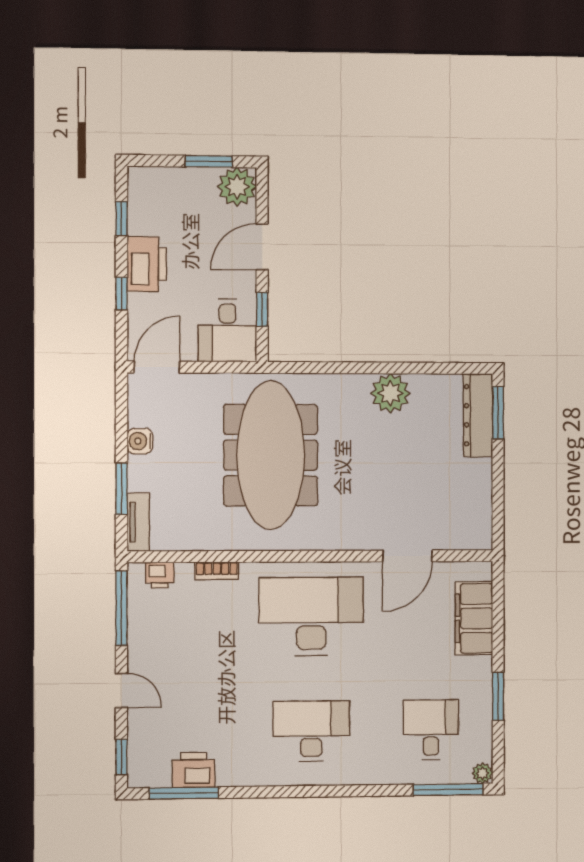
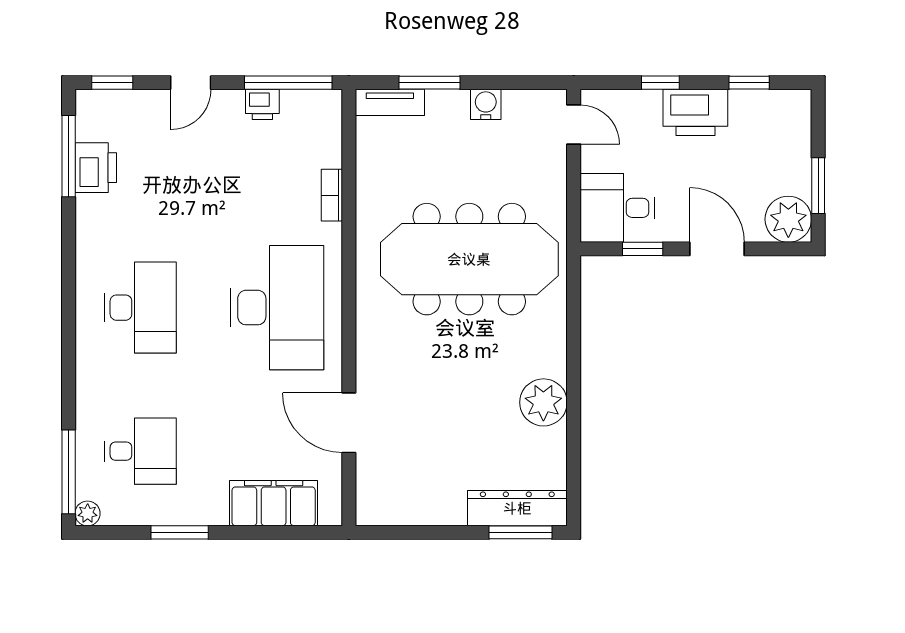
door: (157, 367) -> (574, 125), width x0.73
printer: (160, 575) -> (262, 104), moved, turned -90

